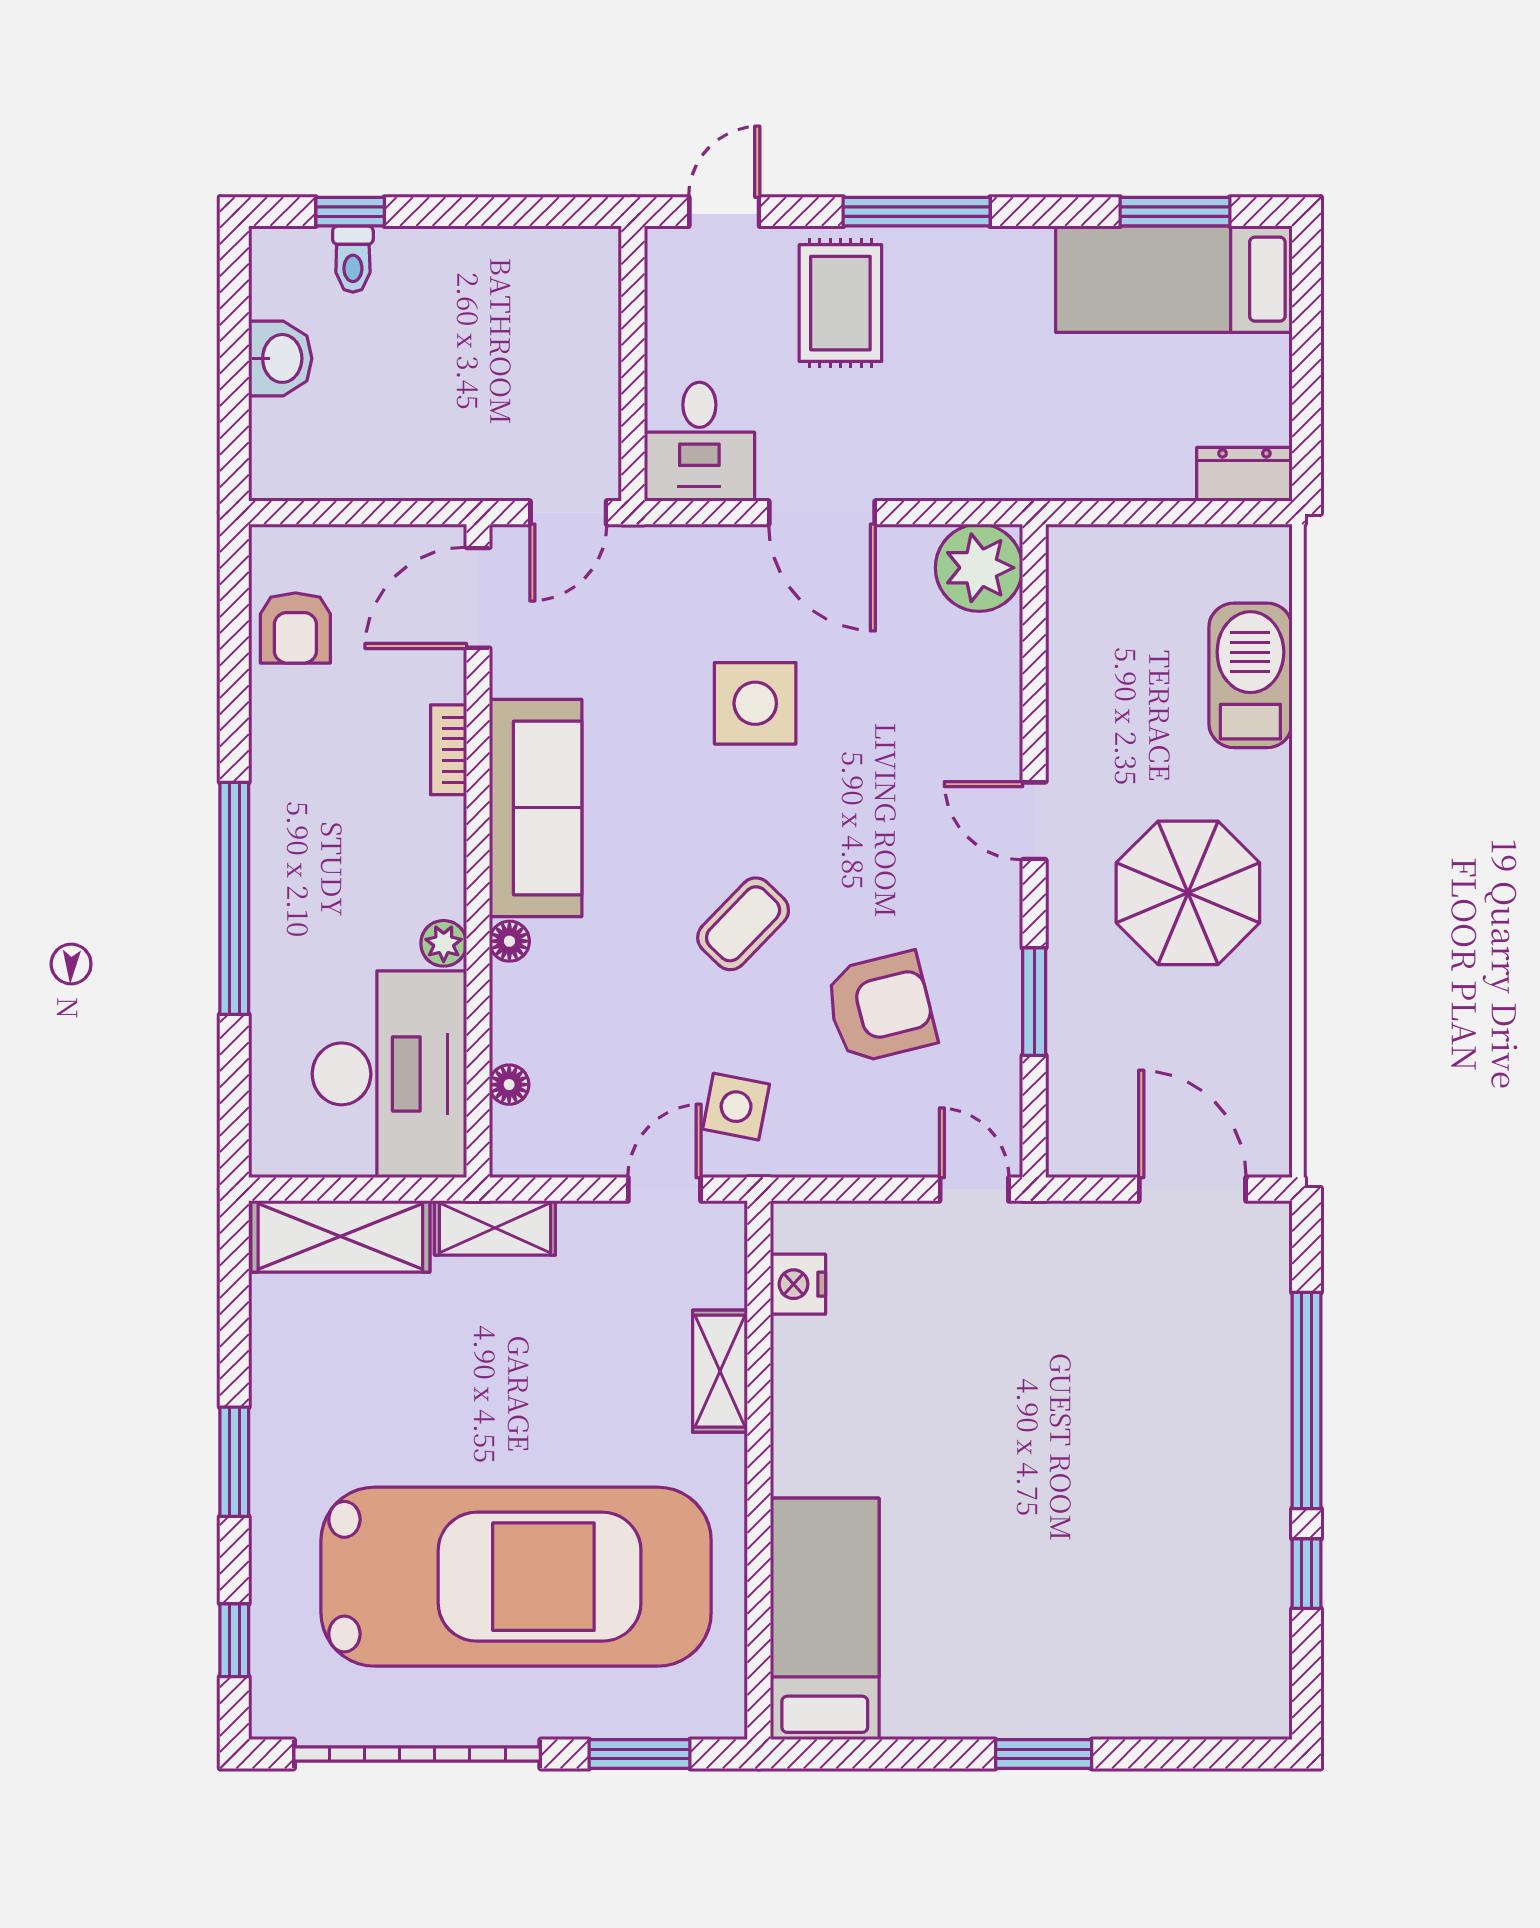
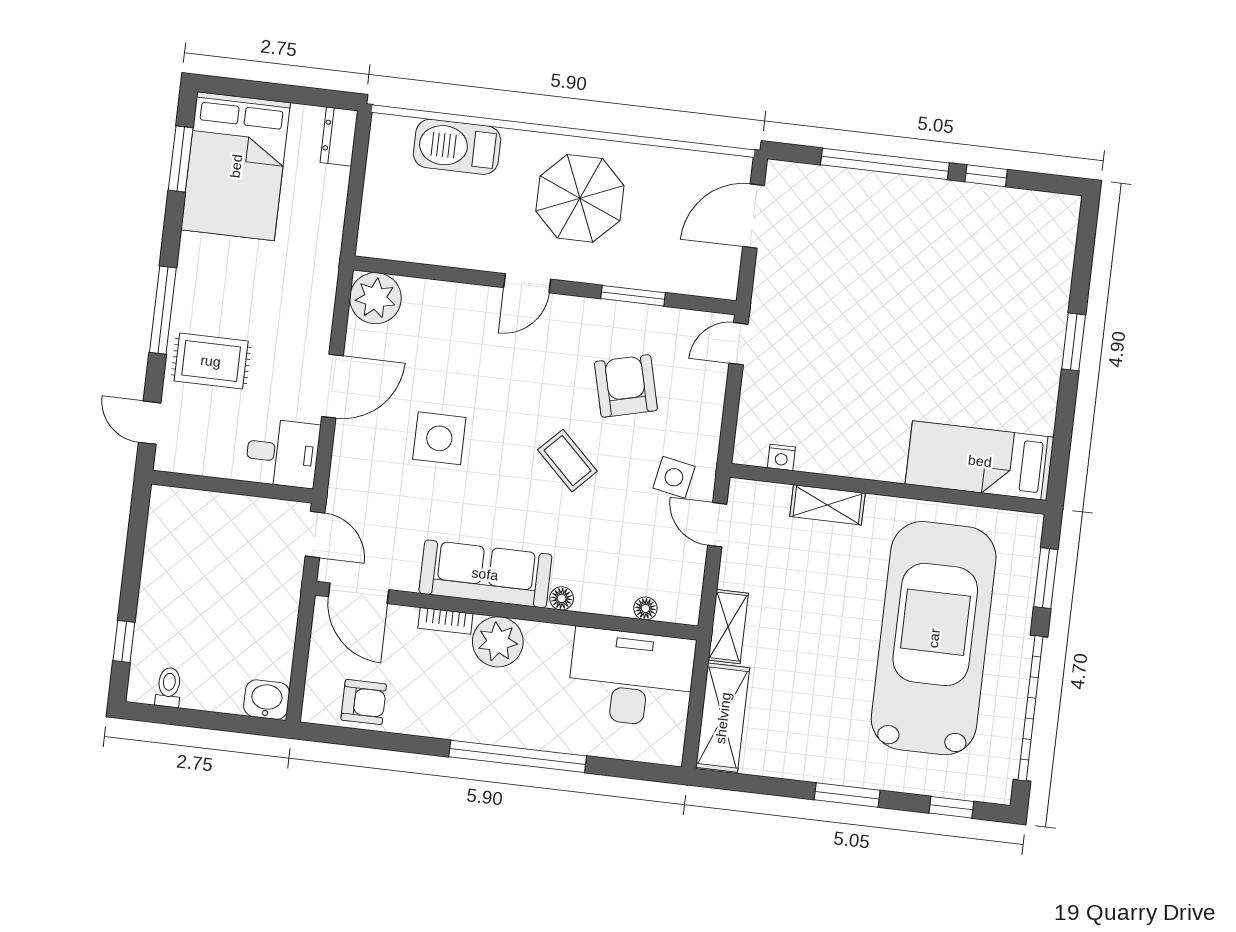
toilet: (353, 259) -> (169, 687), moved, turned -90
bed: (1174, 279) -> (236, 166), width x1.50
washbasin: (280, 358) -> (267, 700), moved
plant: (444, 943) -> (498, 642), moved, width x1.88, depth x1.88
nightstand: (798, 1284) -> (781, 457), width x0.72, depth x0.74

